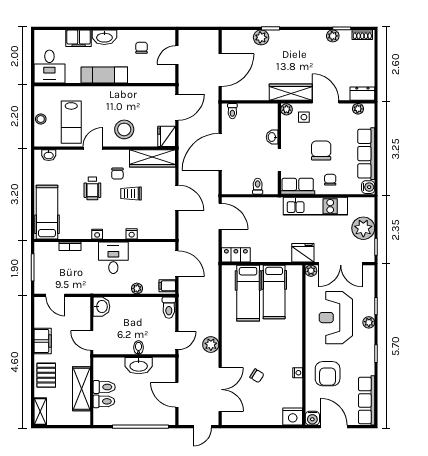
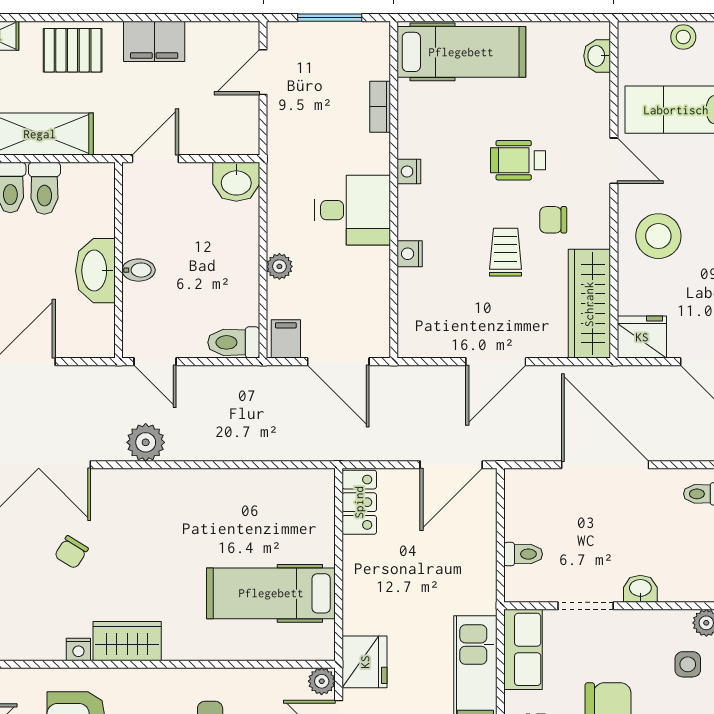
door: (177, 264) -> (338, 362), hinge flipped
hospital bed: (248, 293) -> (268, 531), removed
wardrobe: (294, 352) -> (127, 641), added

